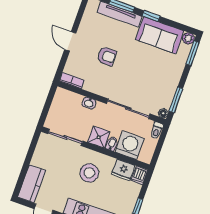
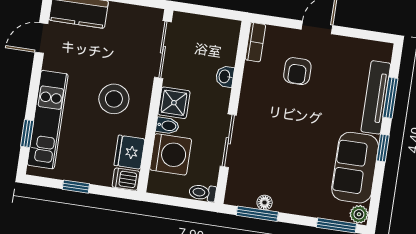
armchair: (107, 56) -> (297, 71), moved
sliding door: (128, 109) -> (228, 141), width x0.73
floor lamp: (163, 113) -> (265, 203), moved

